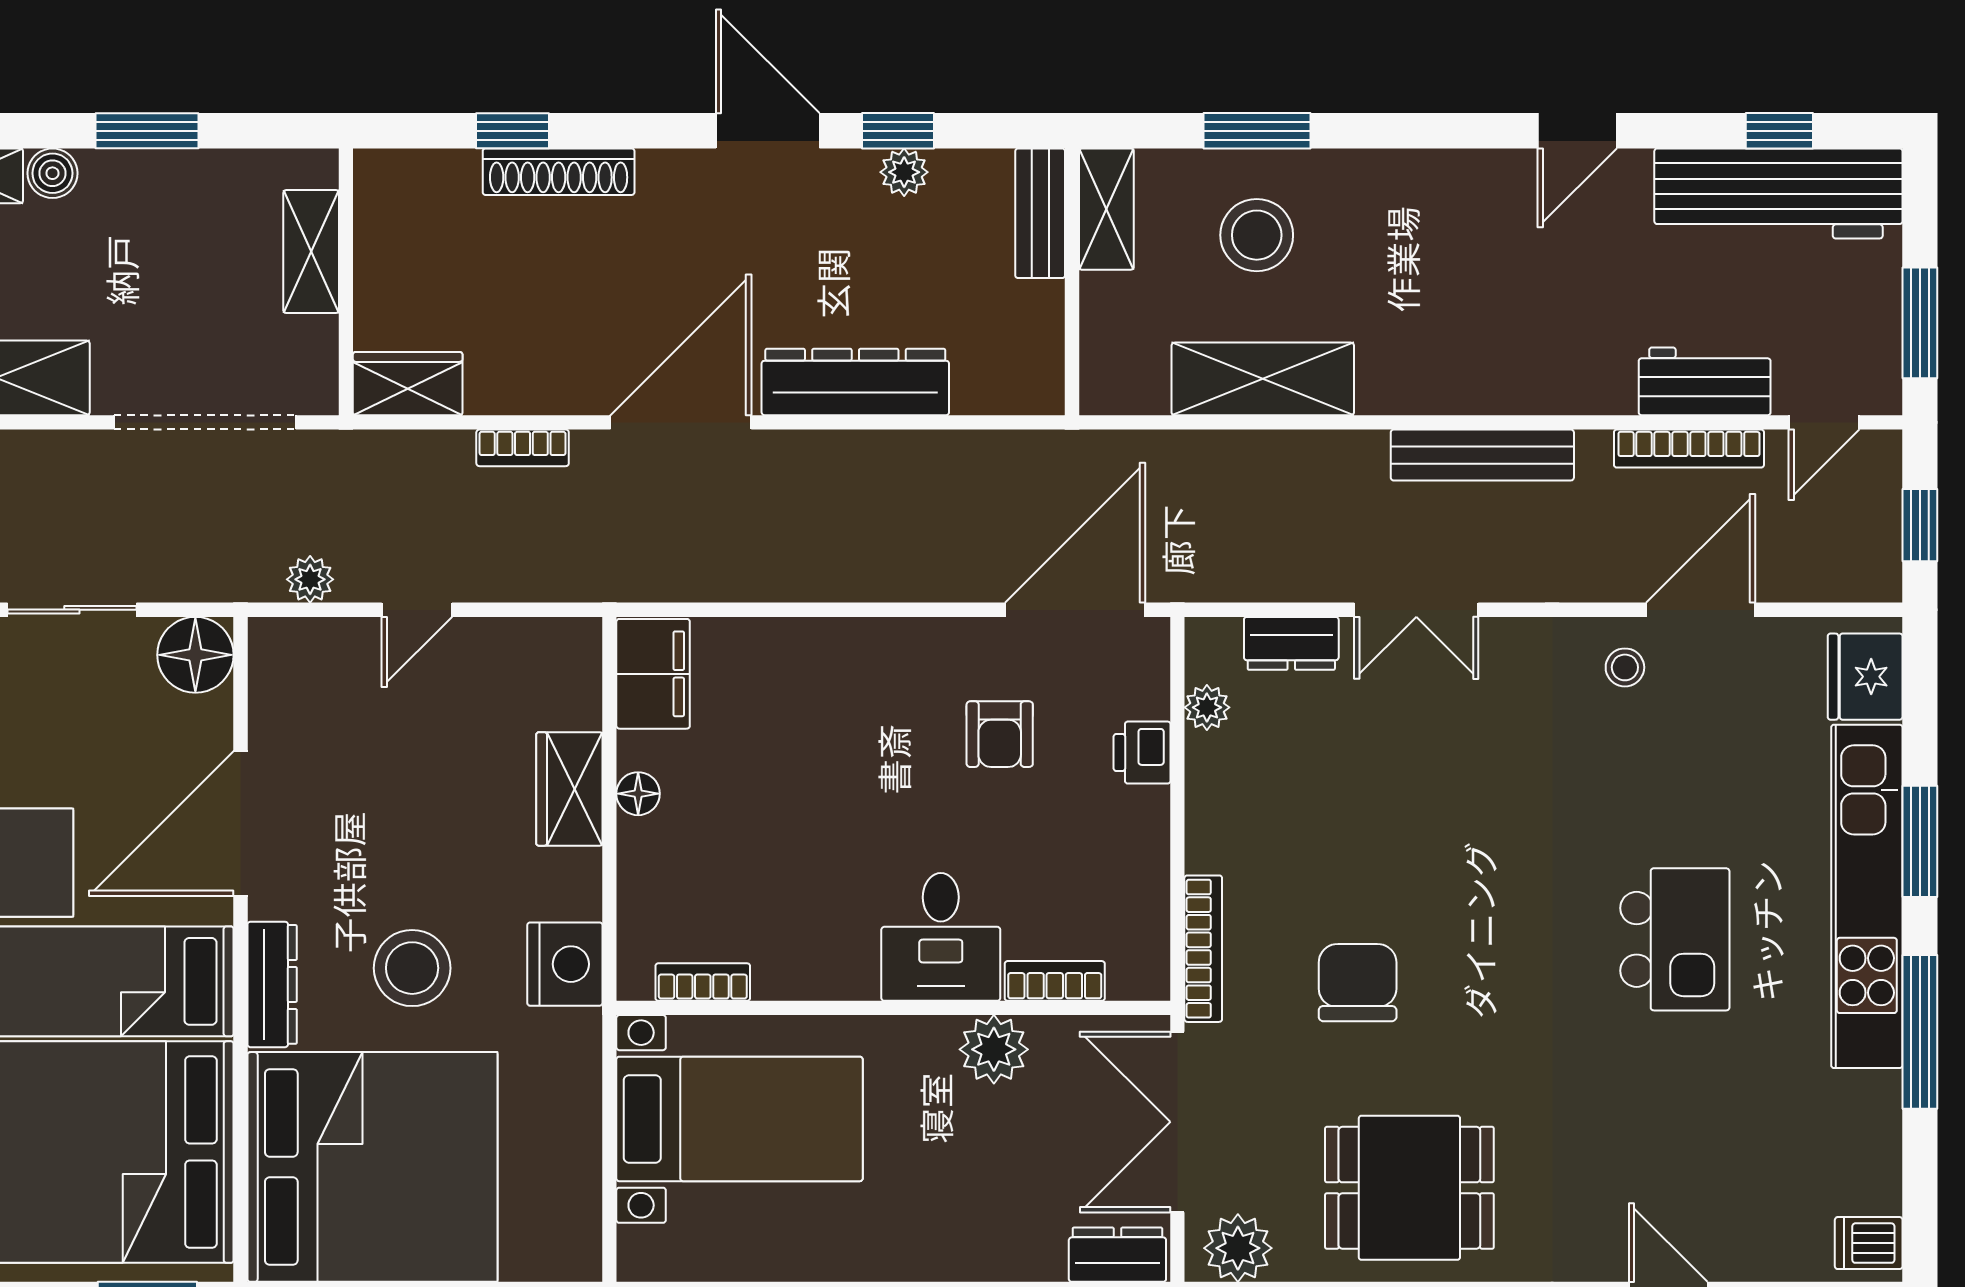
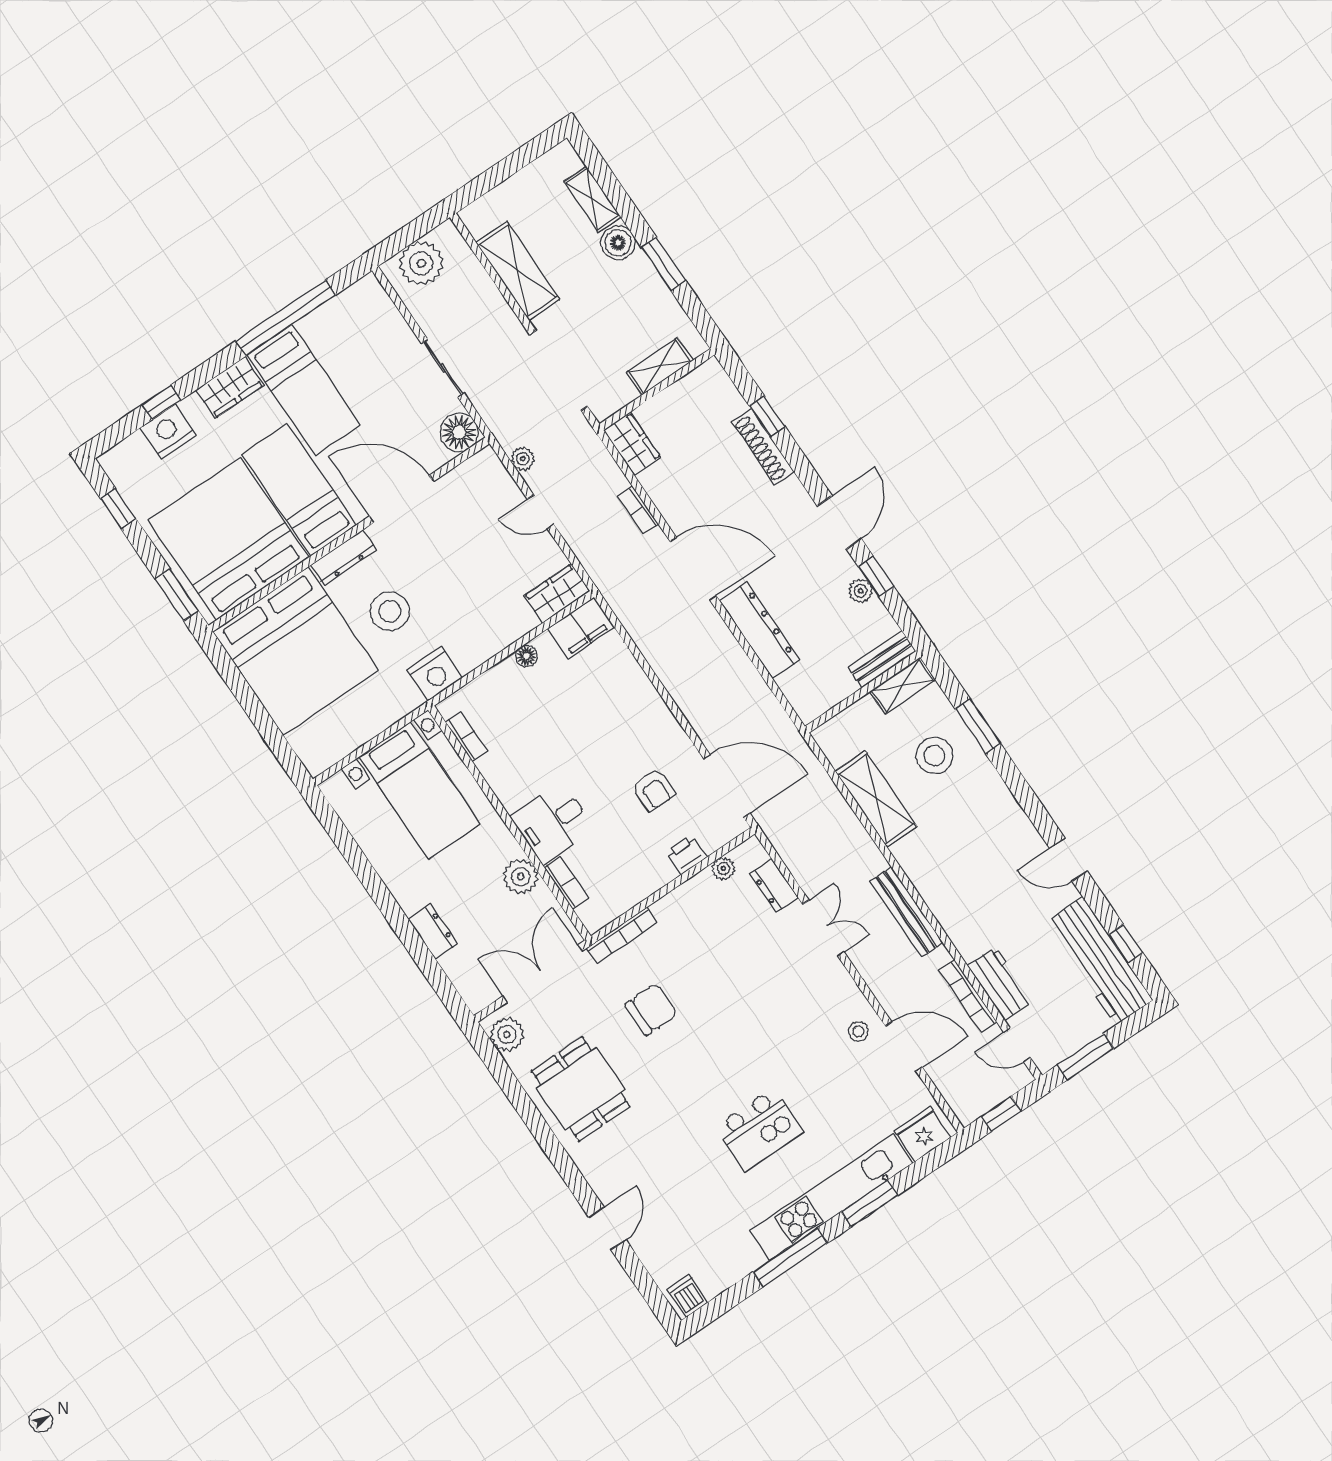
boiler: (52, 173) -> (618, 243), width x1.36, depth x1.36
double door: (1416, 610) -> (823, 928), swing flipped
armchair: (1000, 734) -> (654, 790), turned -90
wardrobe: (569, 789) -> (557, 593), moved
dresser: (1117, 1255) -> (433, 931), moved

